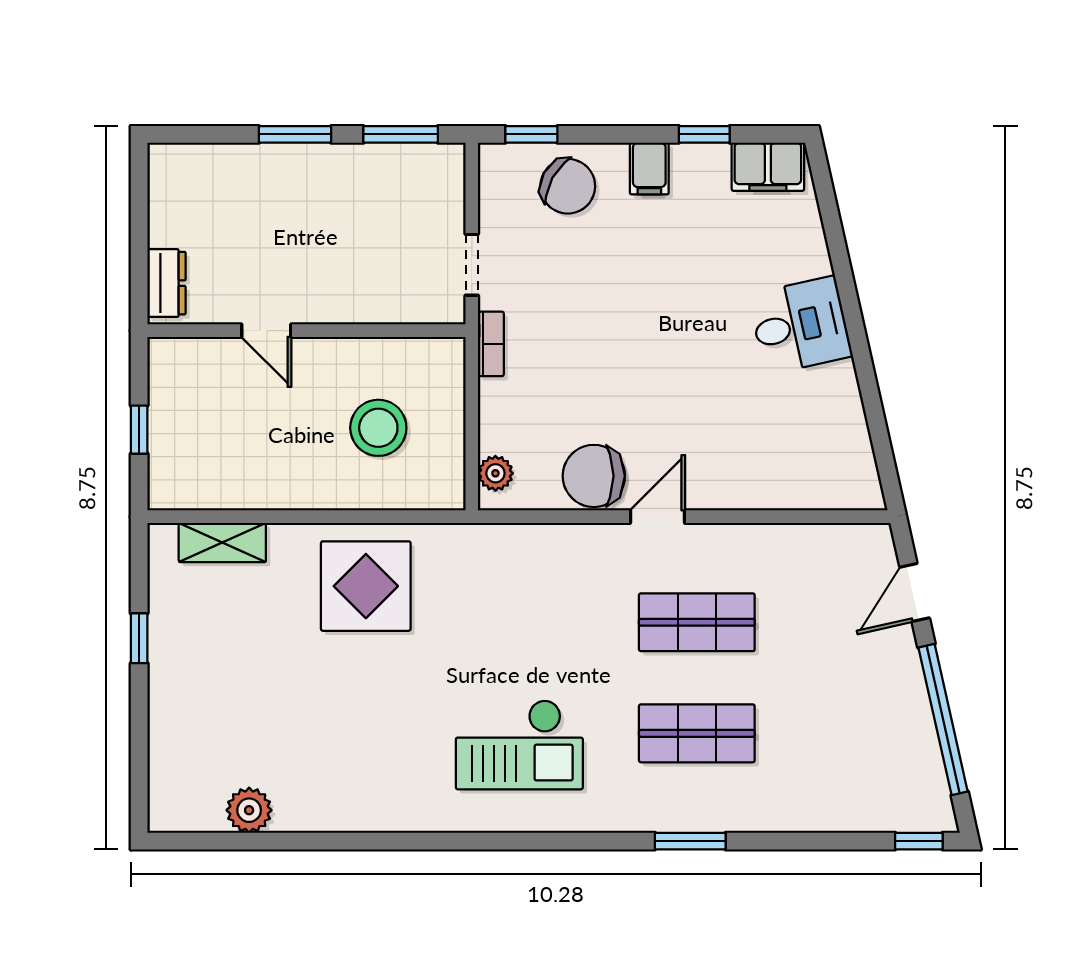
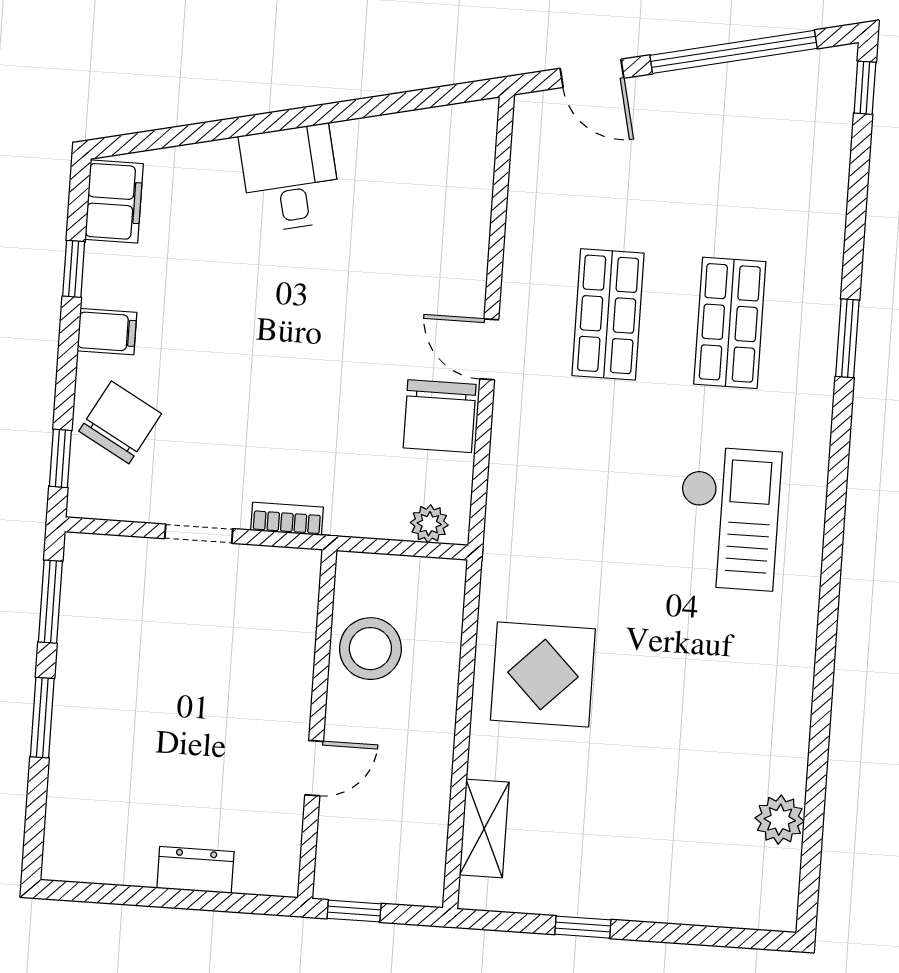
door: (266, 331) -> (314, 768), moved
wall: (306, 331) -> (317, 724), moved

